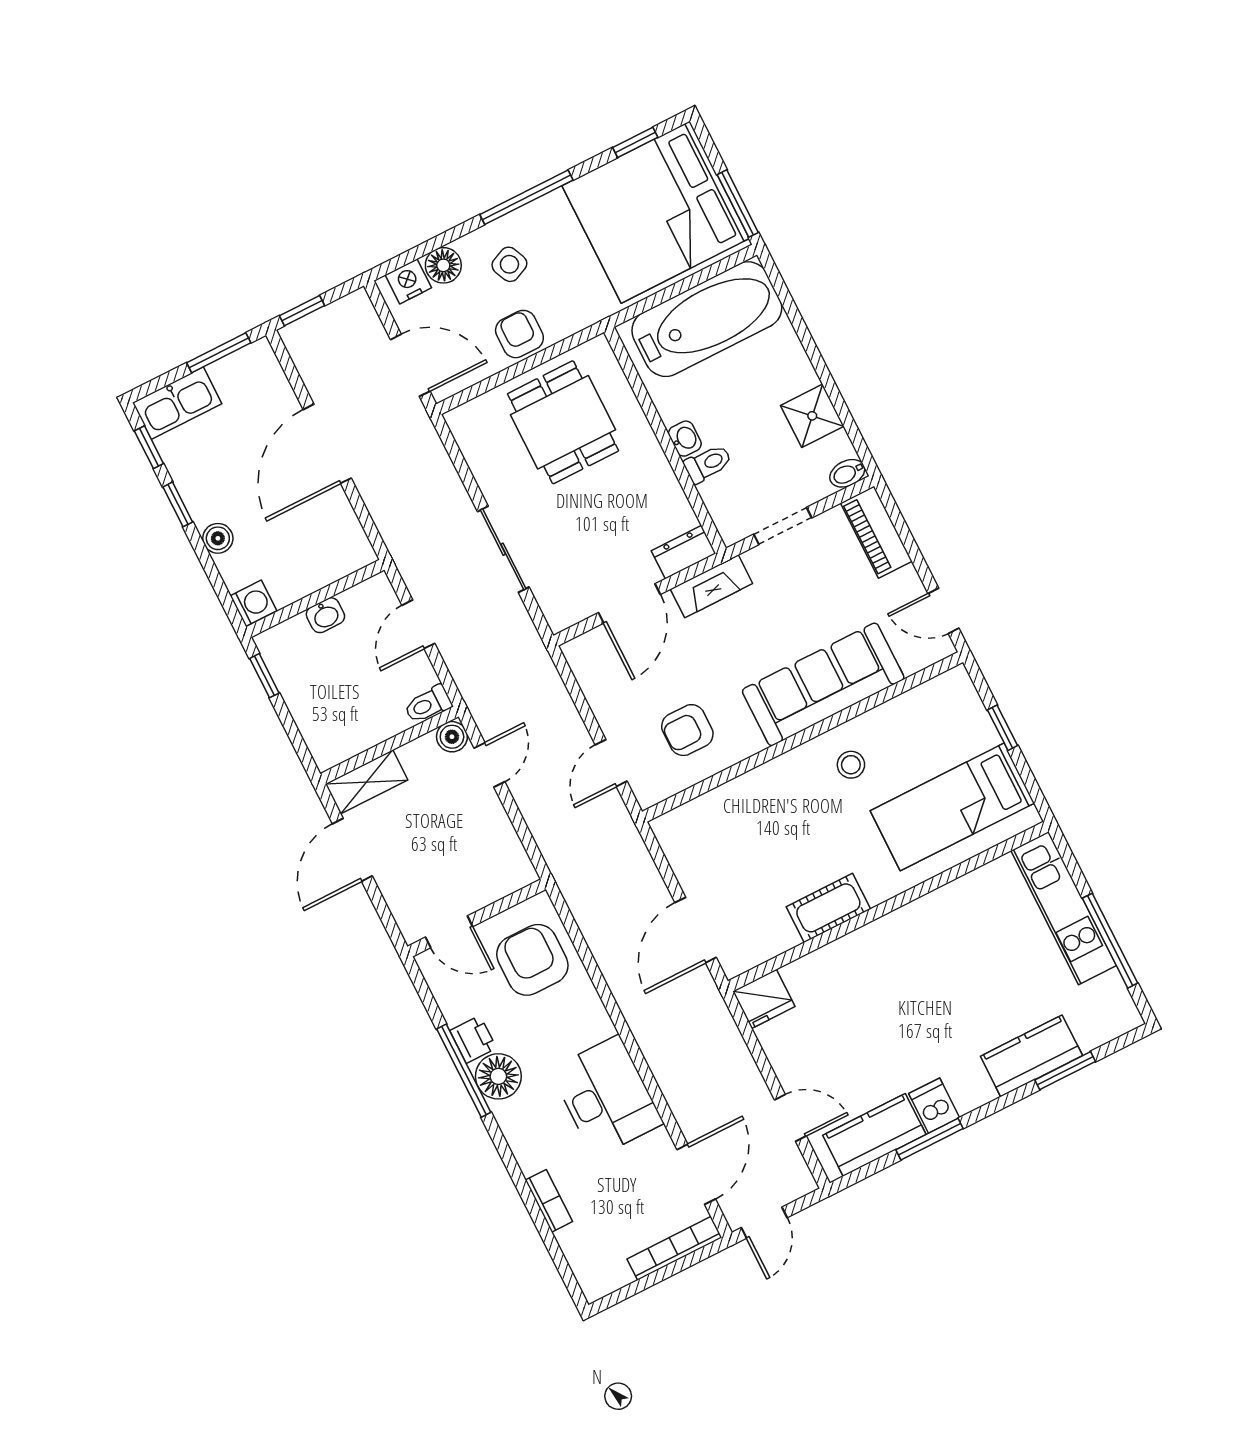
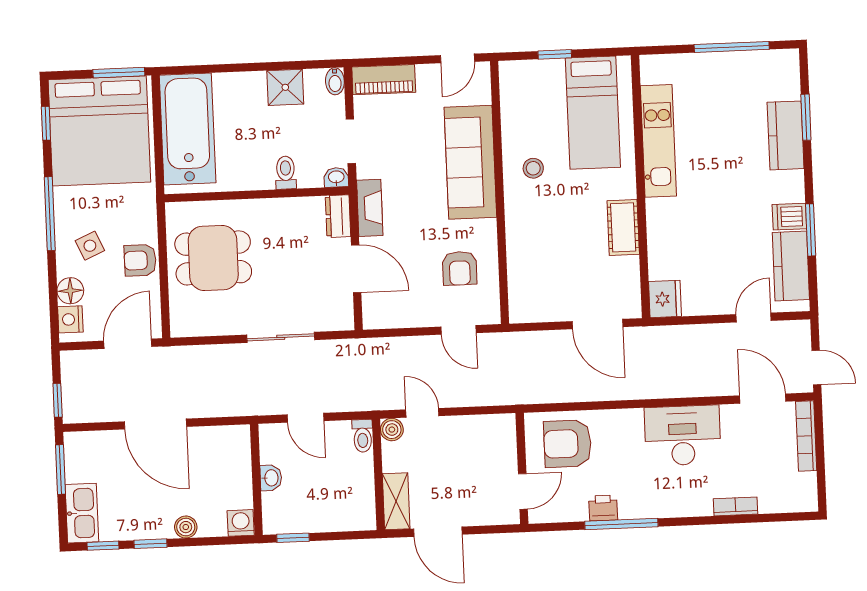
washbasin: (685, 439) -> (336, 177), moved
kitchen unit: (1064, 908) -> (658, 141), moved, turned -90
floor lamp: (498, 1076) -> (636, 502), removed

